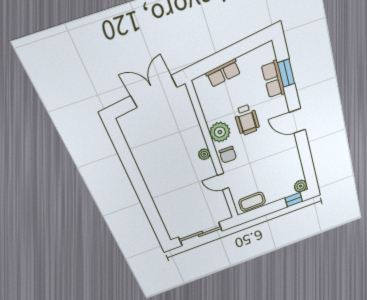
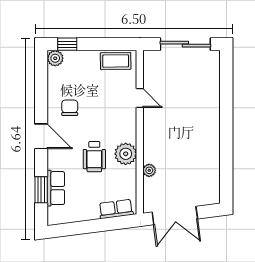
row of seats: (223, 73) -> (116, 209), moved
wheelchair: (247, 120) -> (94, 157), turned 180
plant: (204, 154) -> (149, 170), moved
chair: (228, 155) -> (70, 108), moved

